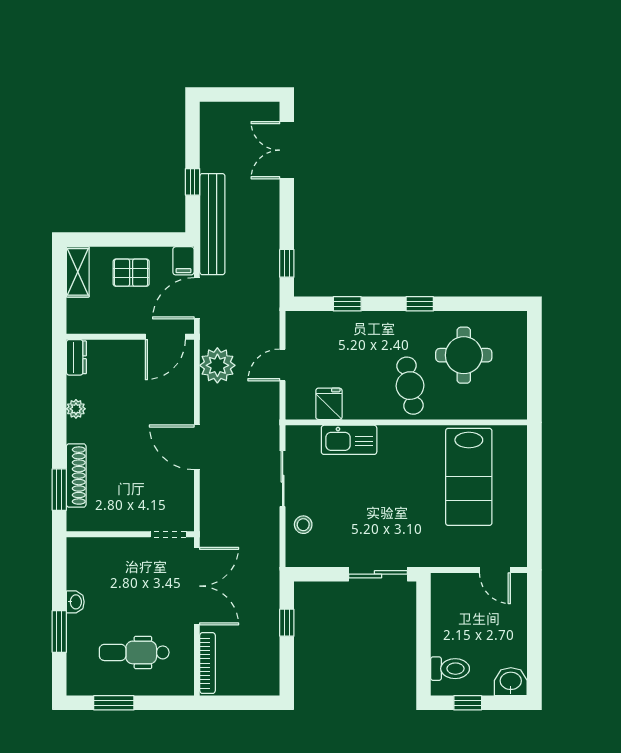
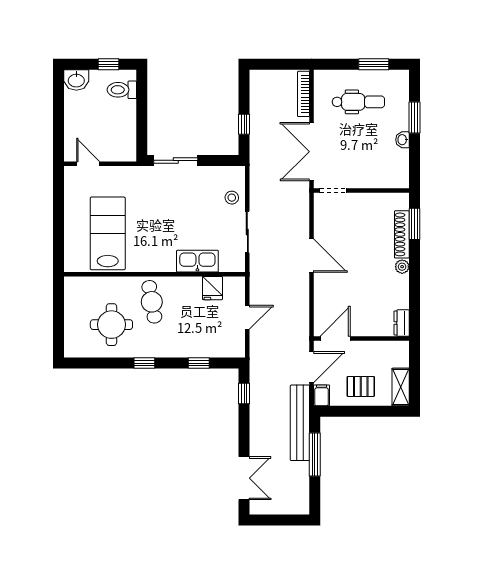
window: (193, 182) -> (315, 454), width x2.17
plant: (217, 365) -> (296, 317), removed
plant: (76, 409) -> (402, 267), moved

